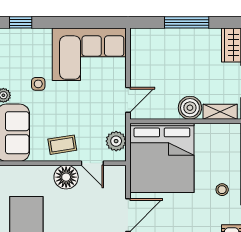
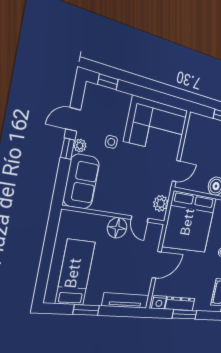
coffee table: (62, 145) -> (120, 199), removed

